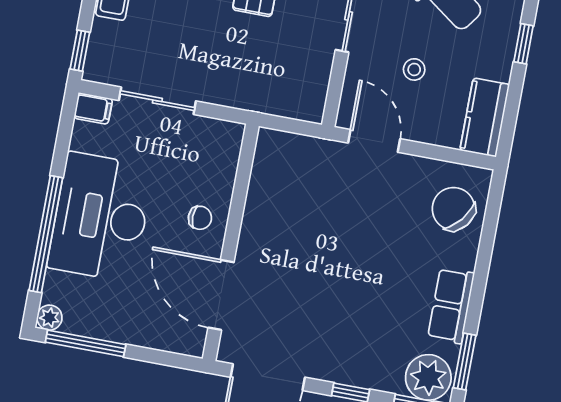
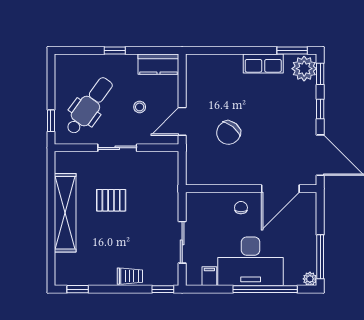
filing cabinet: (93, 108) -> (209, 276), moved
chair: (453, 209) -> (228, 133), moved

